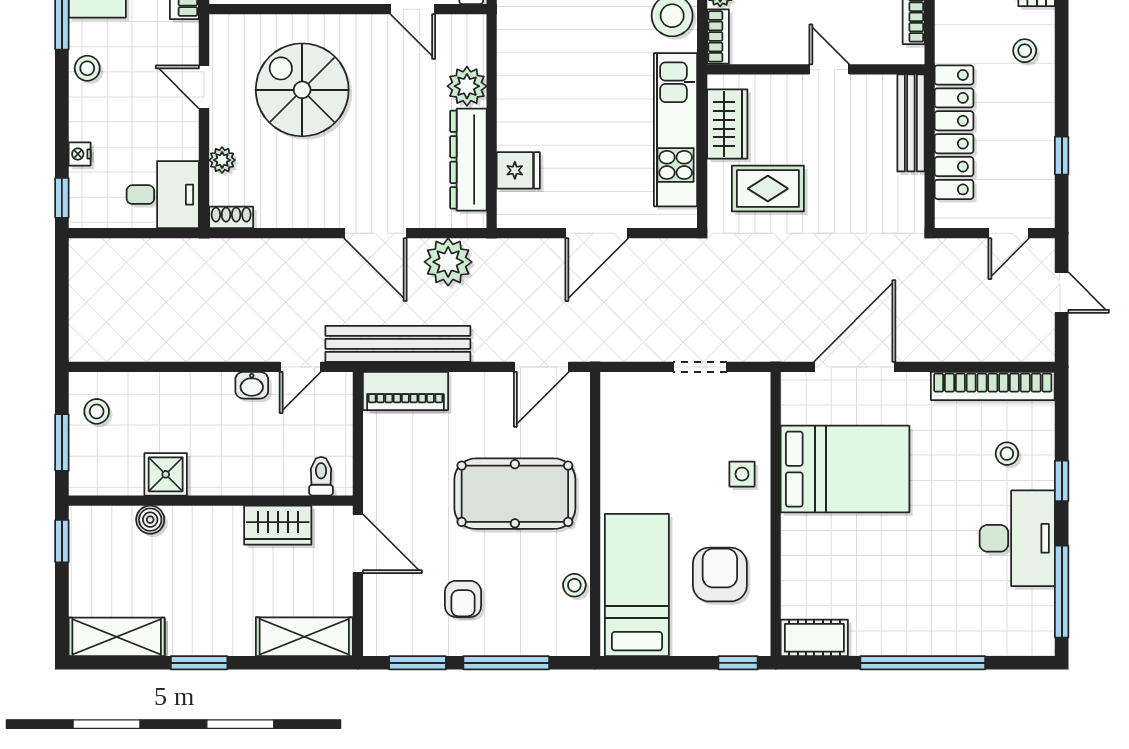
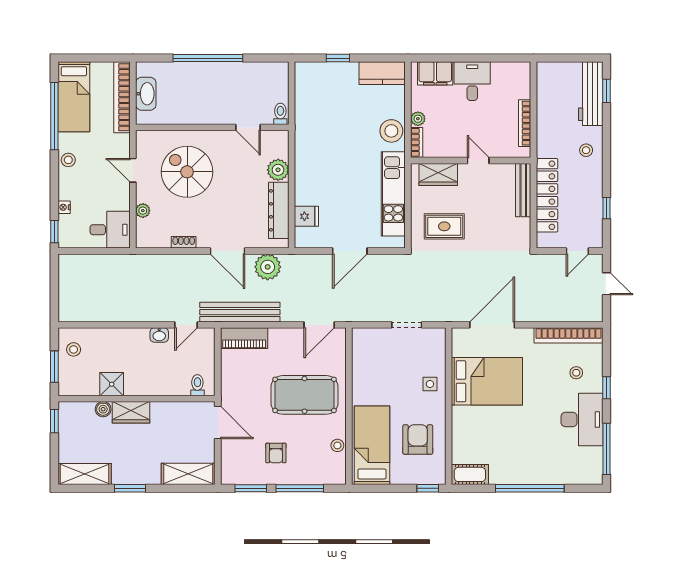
wardrobe: (727, 124) -> (438, 174), moved, turned 90
shoe rack: (231, 217) -> (184, 242), moved
wardrobe: (278, 525) -> (131, 412), moved

